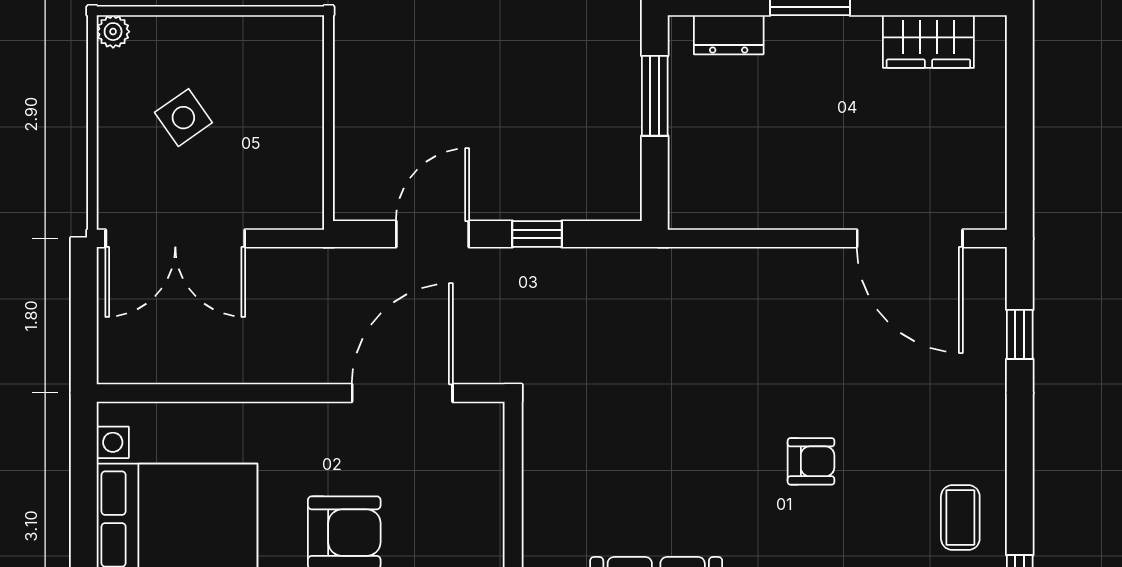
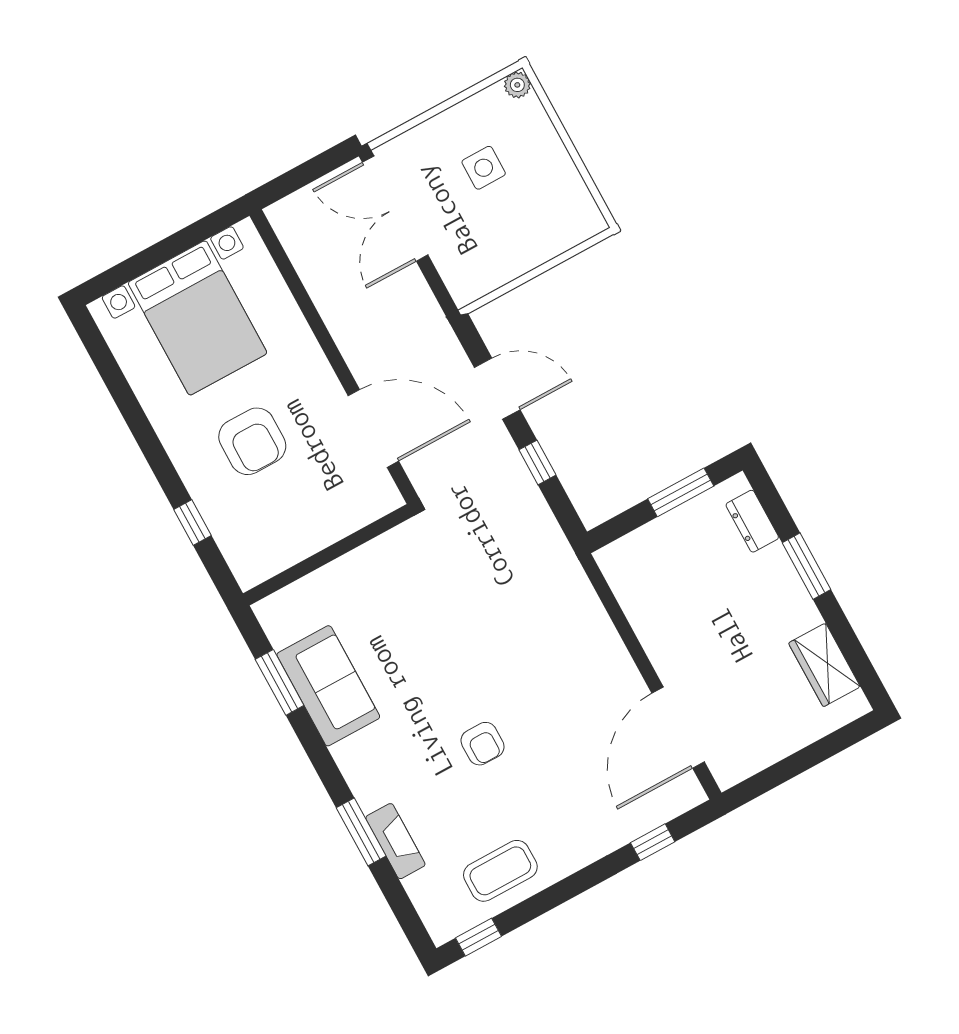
side table: (183, 118) -> (484, 168), turned 35
coffee table: (960, 518) -> (500, 871), width x1.36, depth x1.30

